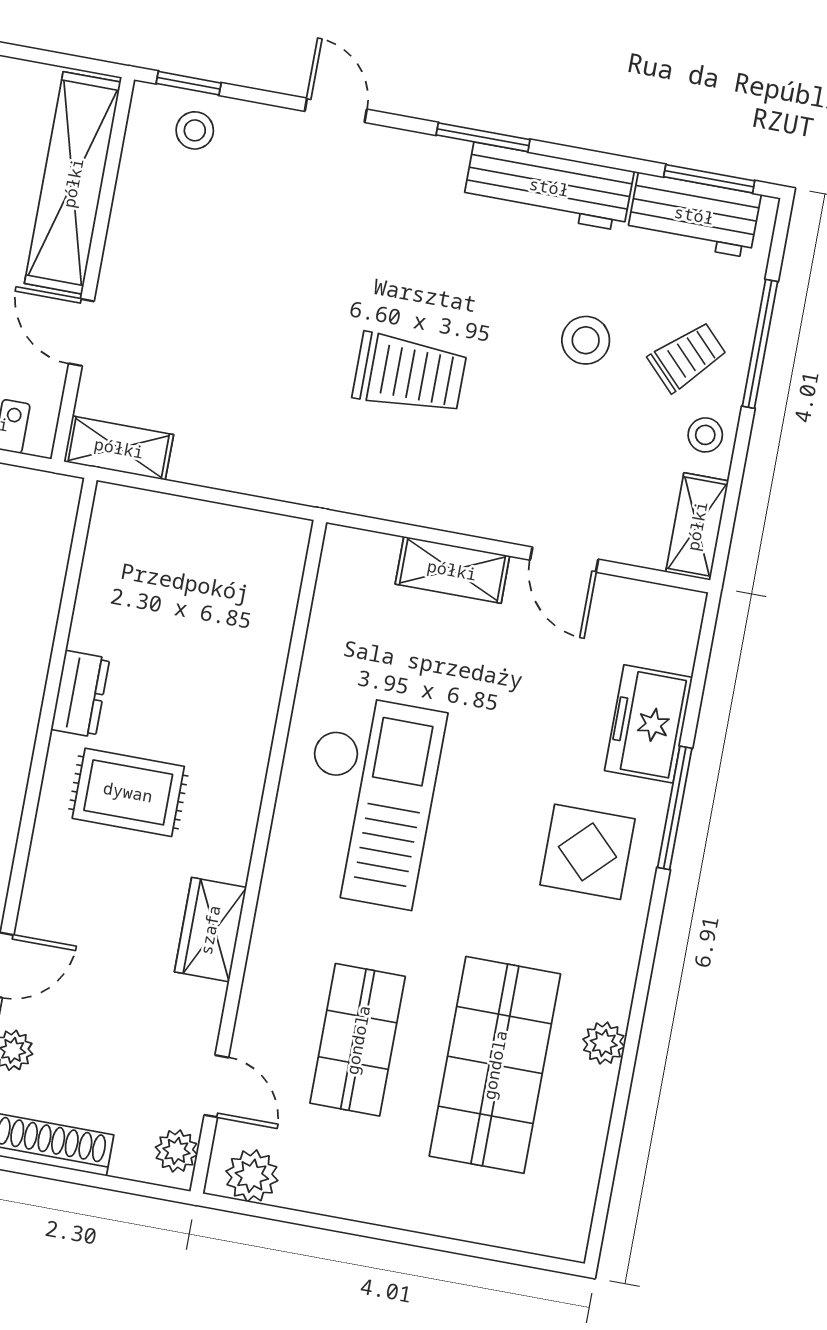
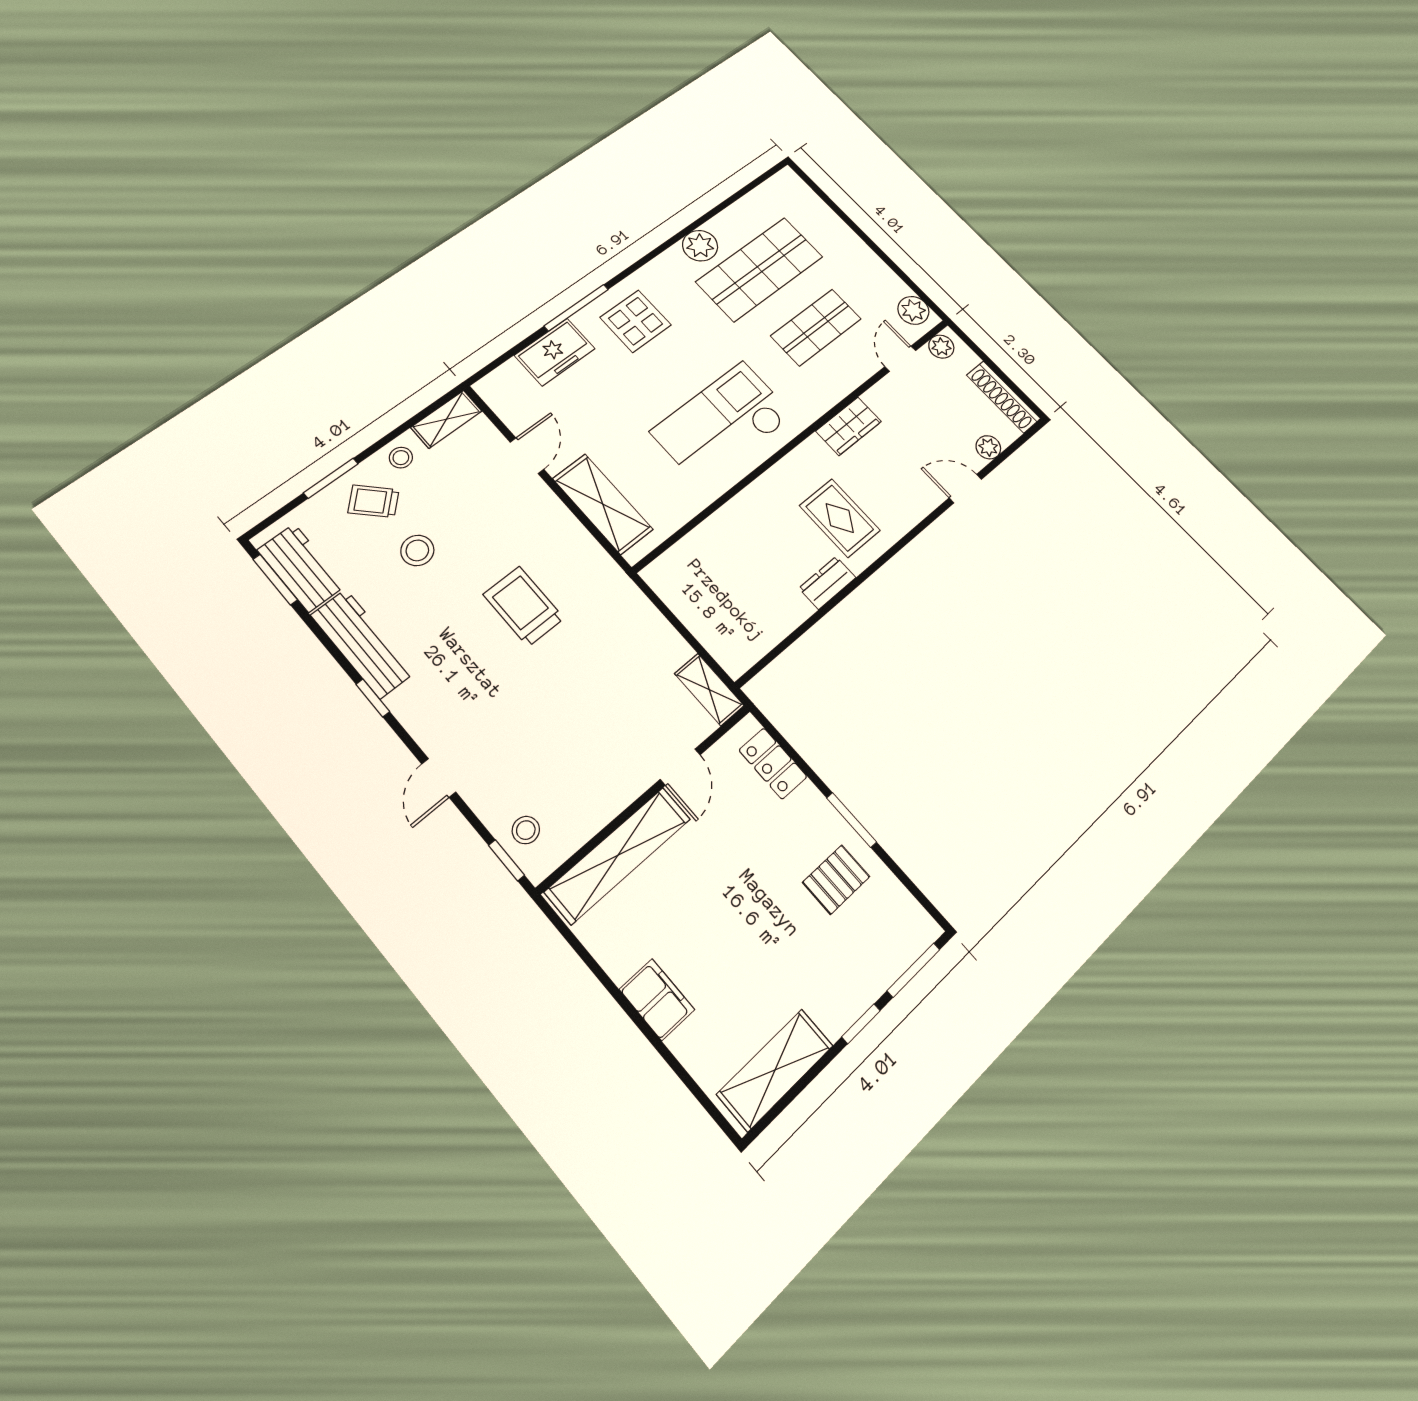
window: (483, 137) -> (373, 698), width x0.67
window: (760, 344) -> (331, 478), width x0.69
shelving: (452, 570) -> (603, 504), width x1.50, depth x1.33
plant: (604, 1043) -> (700, 246), width x1.38, depth x1.38

